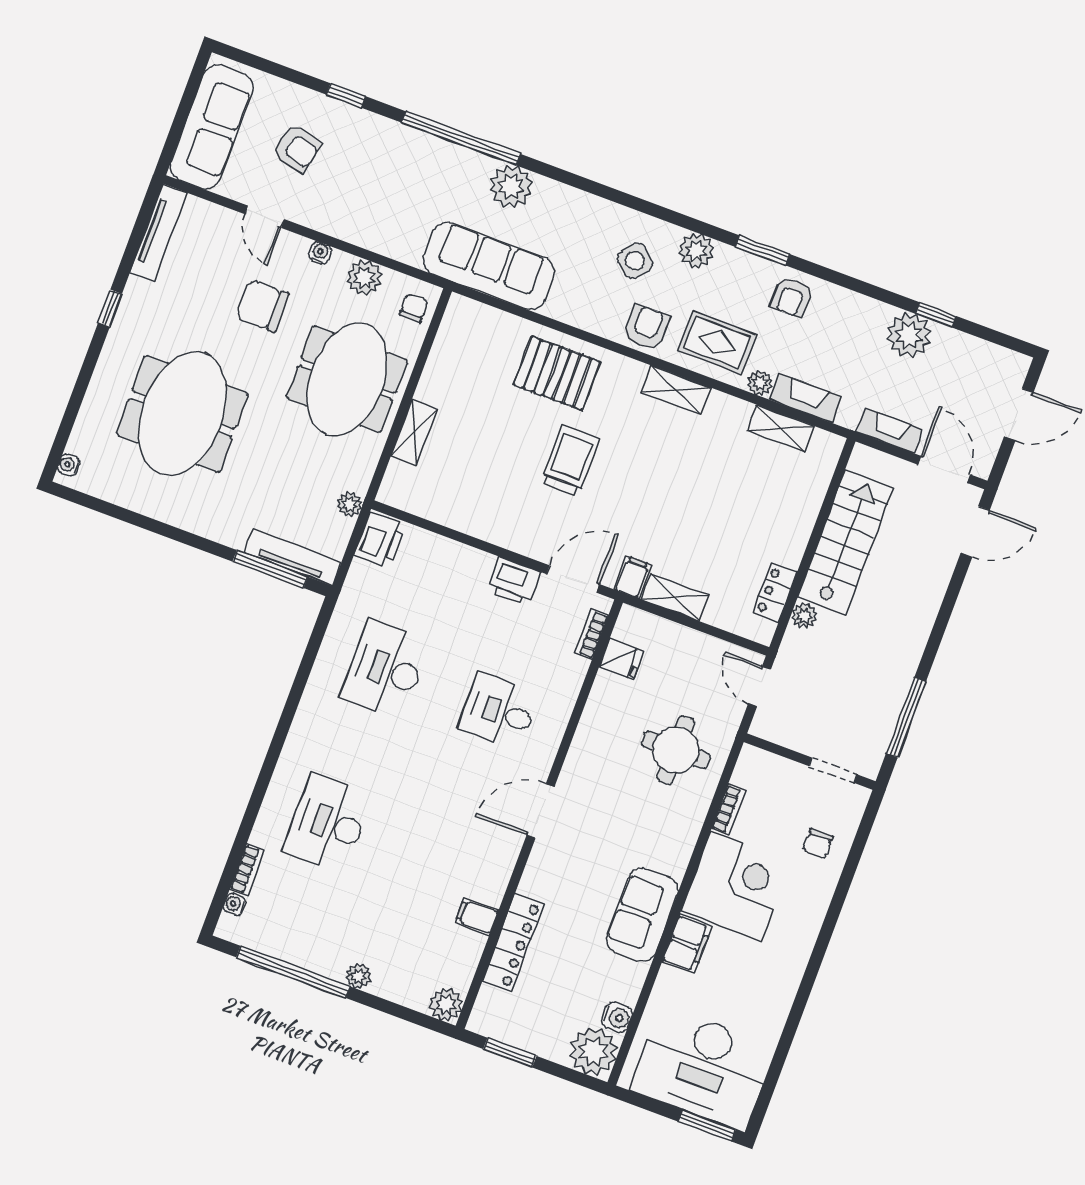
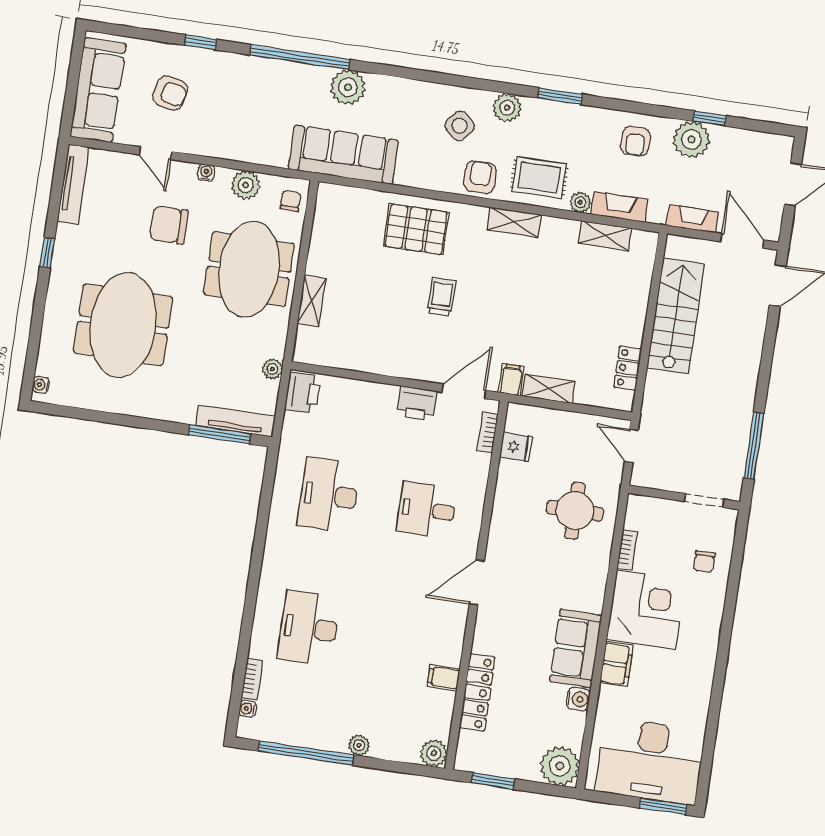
armchair: (792, 297) -> (635, 141), moved
trolley: (570, 461) -> (441, 297), width x0.73, depth x0.72
plant: (804, 616) -> (655, 381), removed
water cooler: (617, 1017) -> (578, 699), moved

